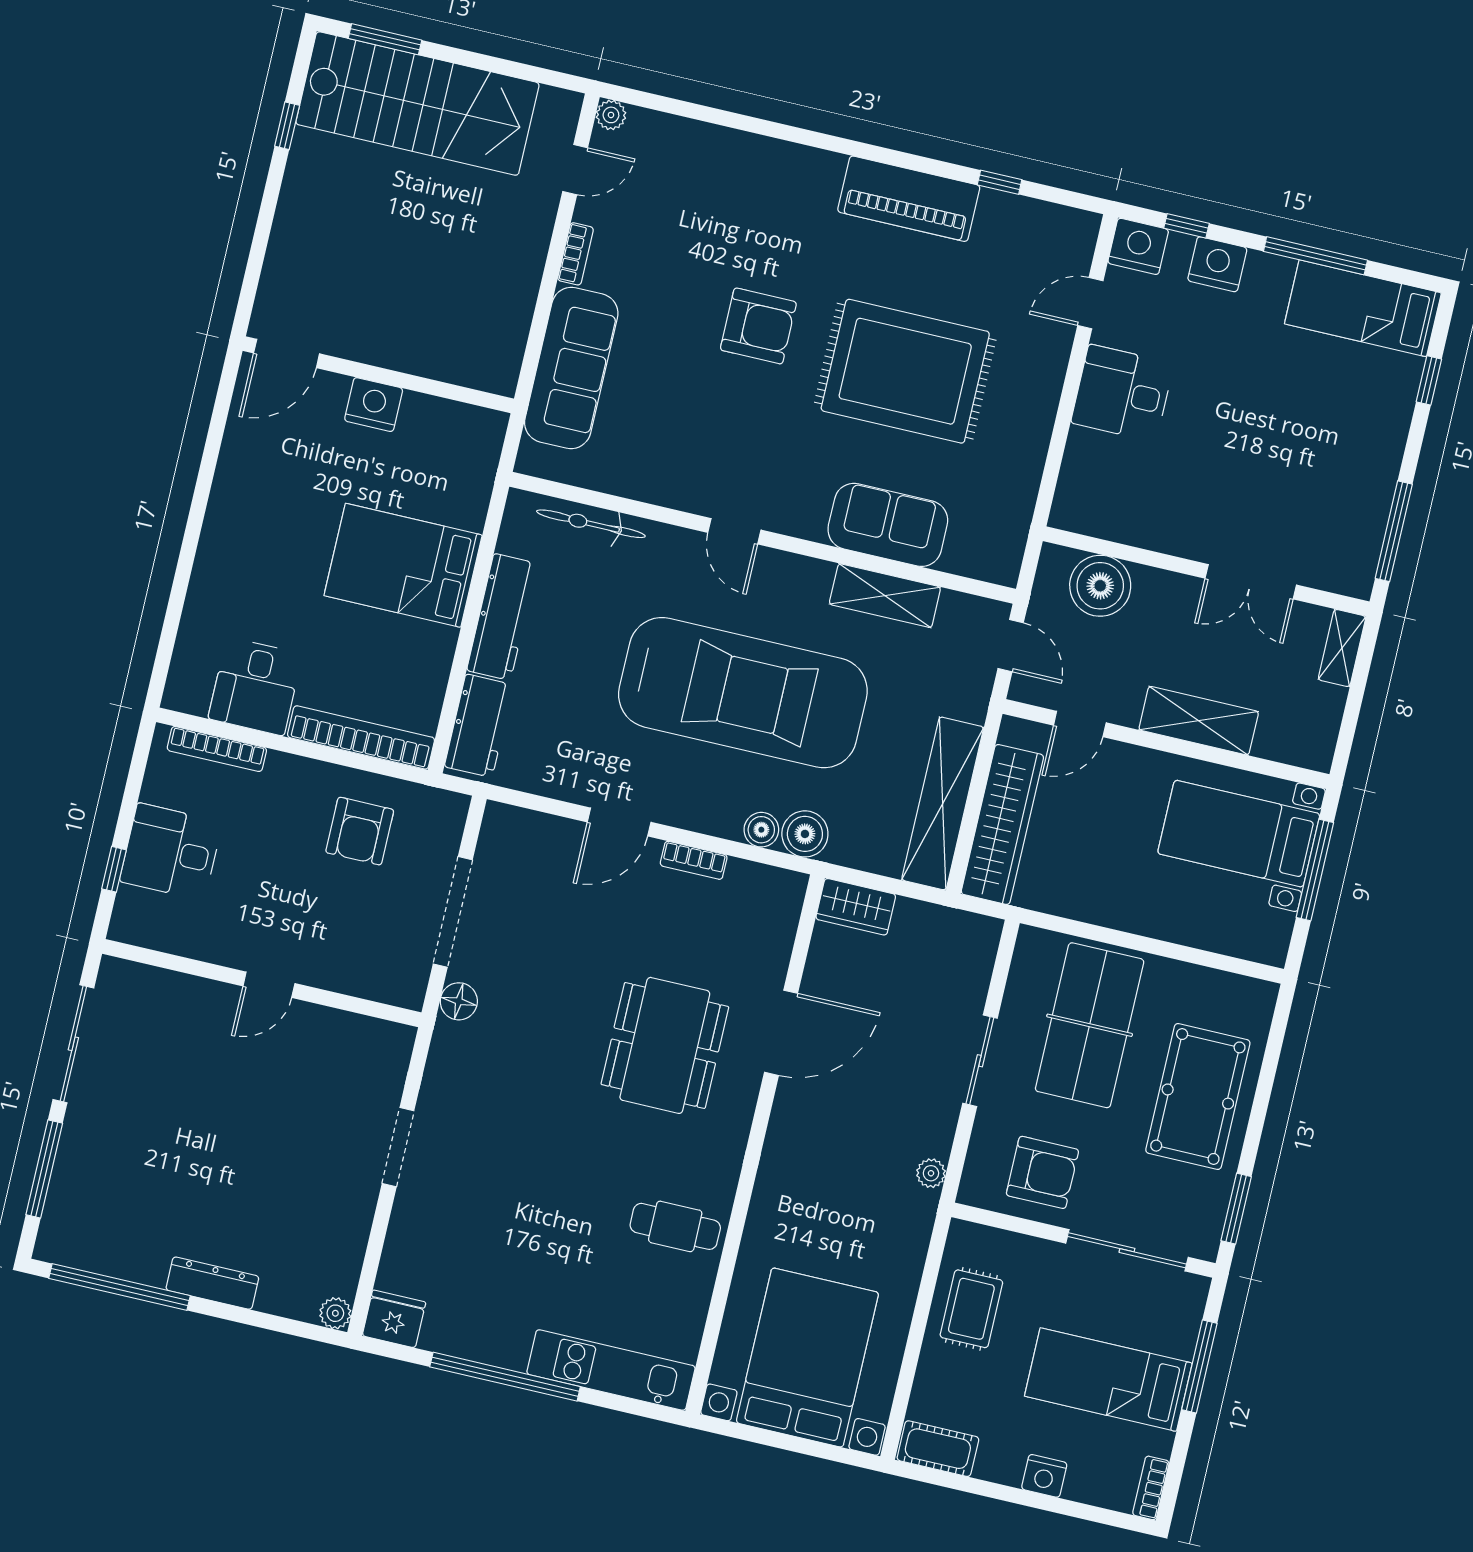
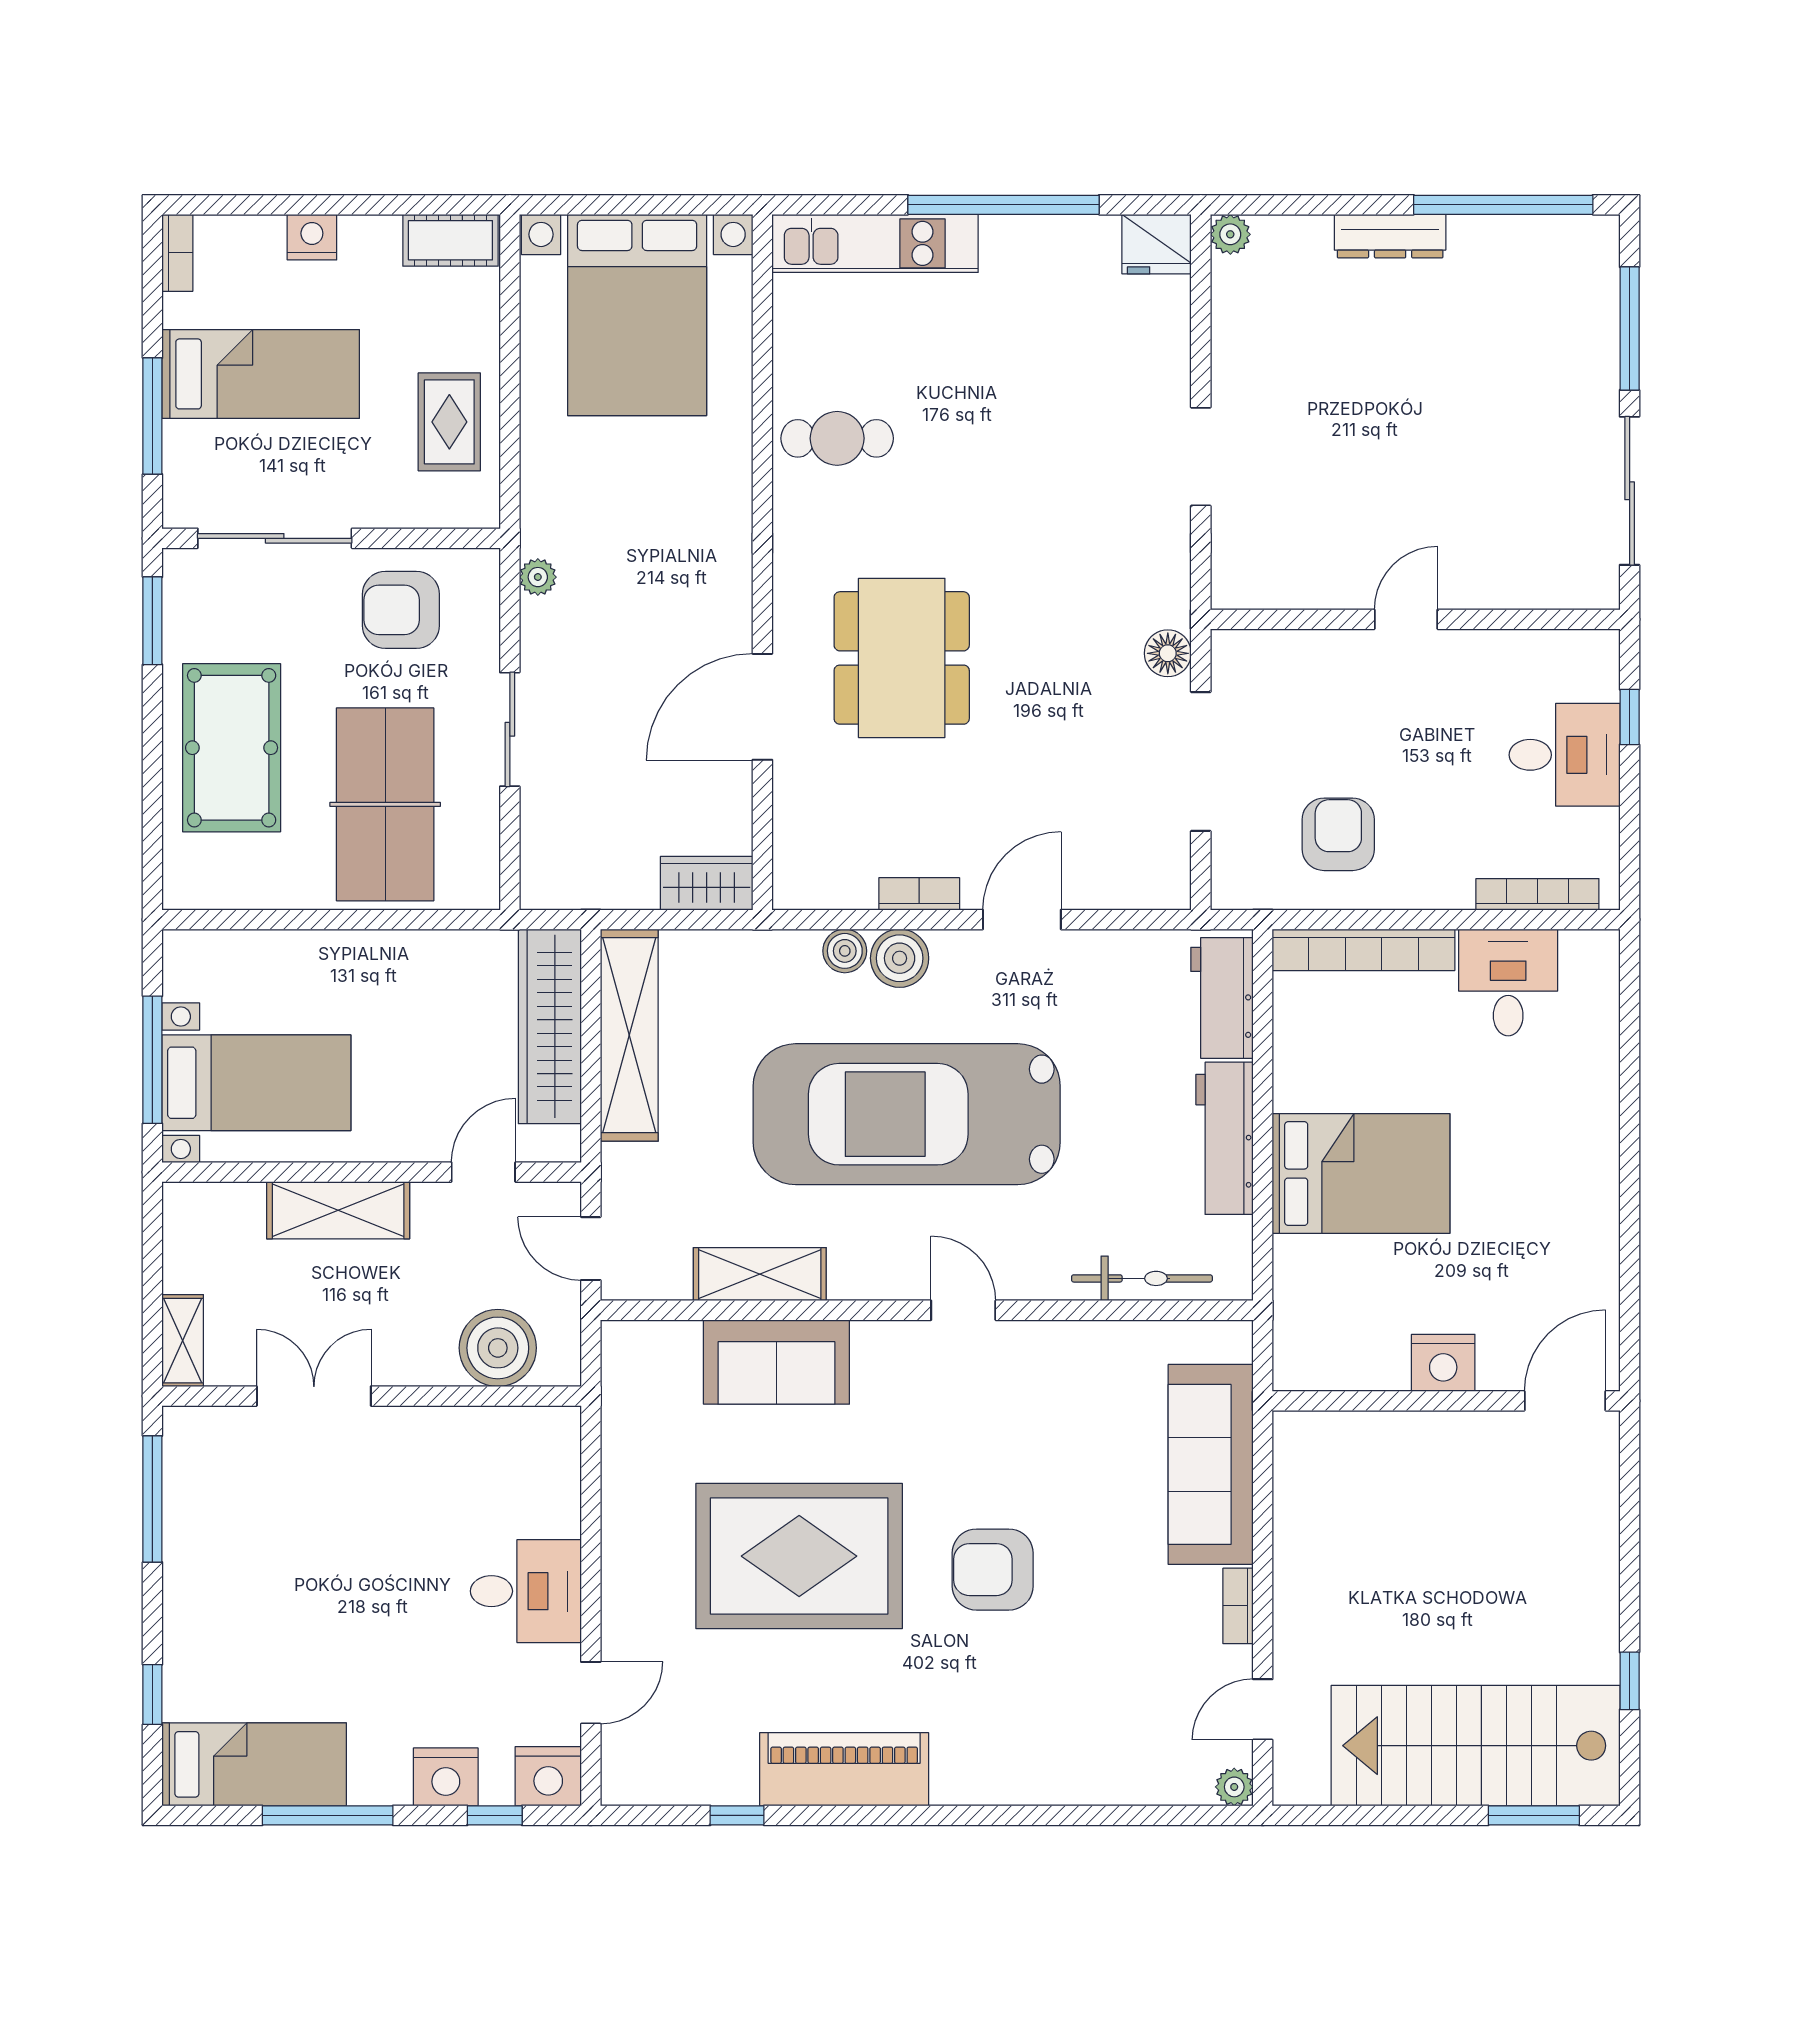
boiler: (805, 834) -> (900, 958), moved

